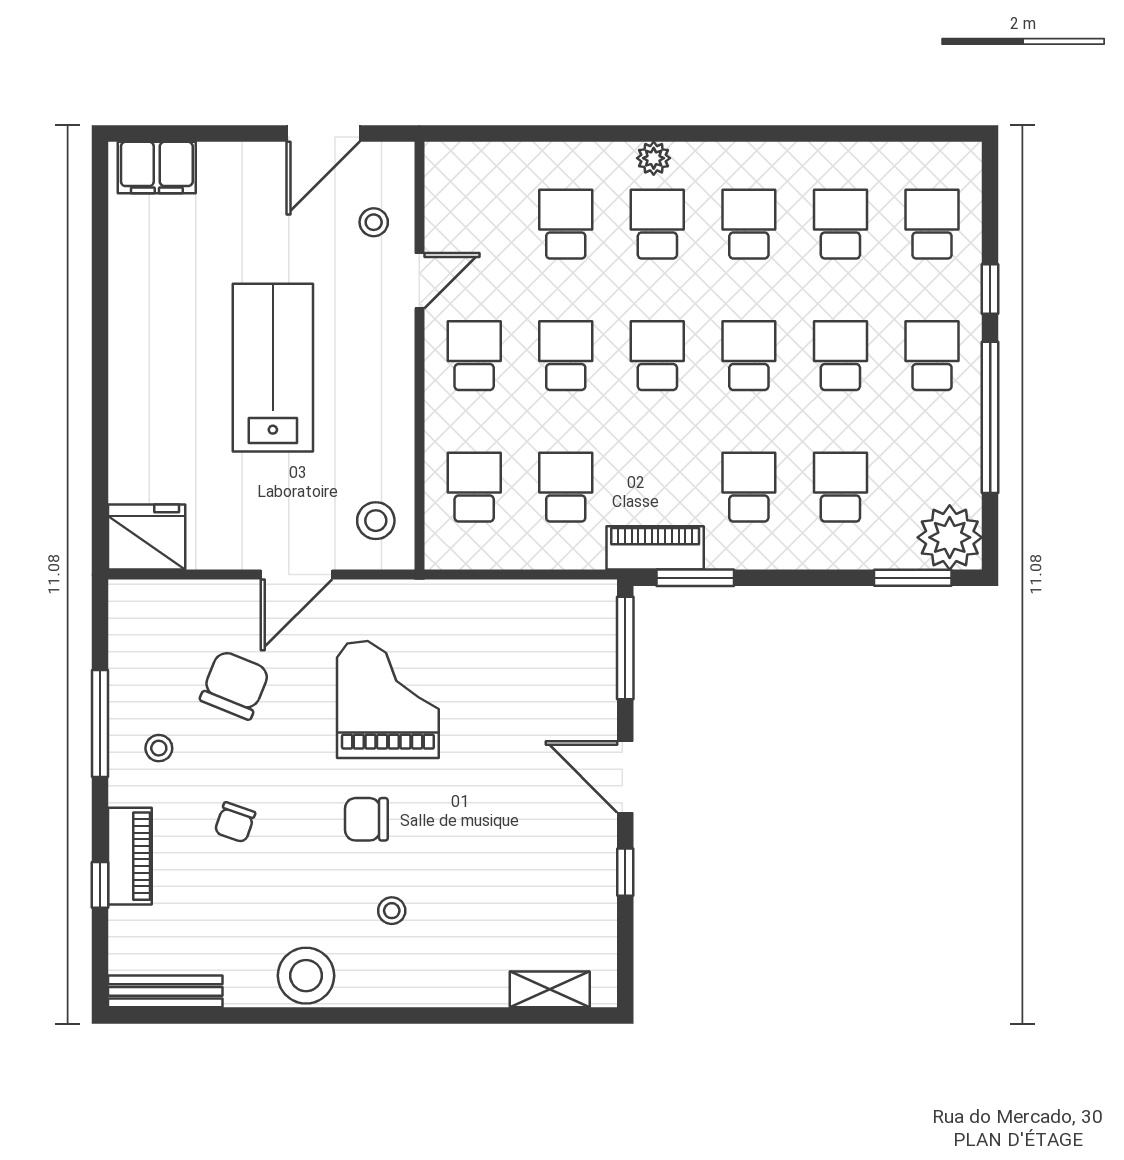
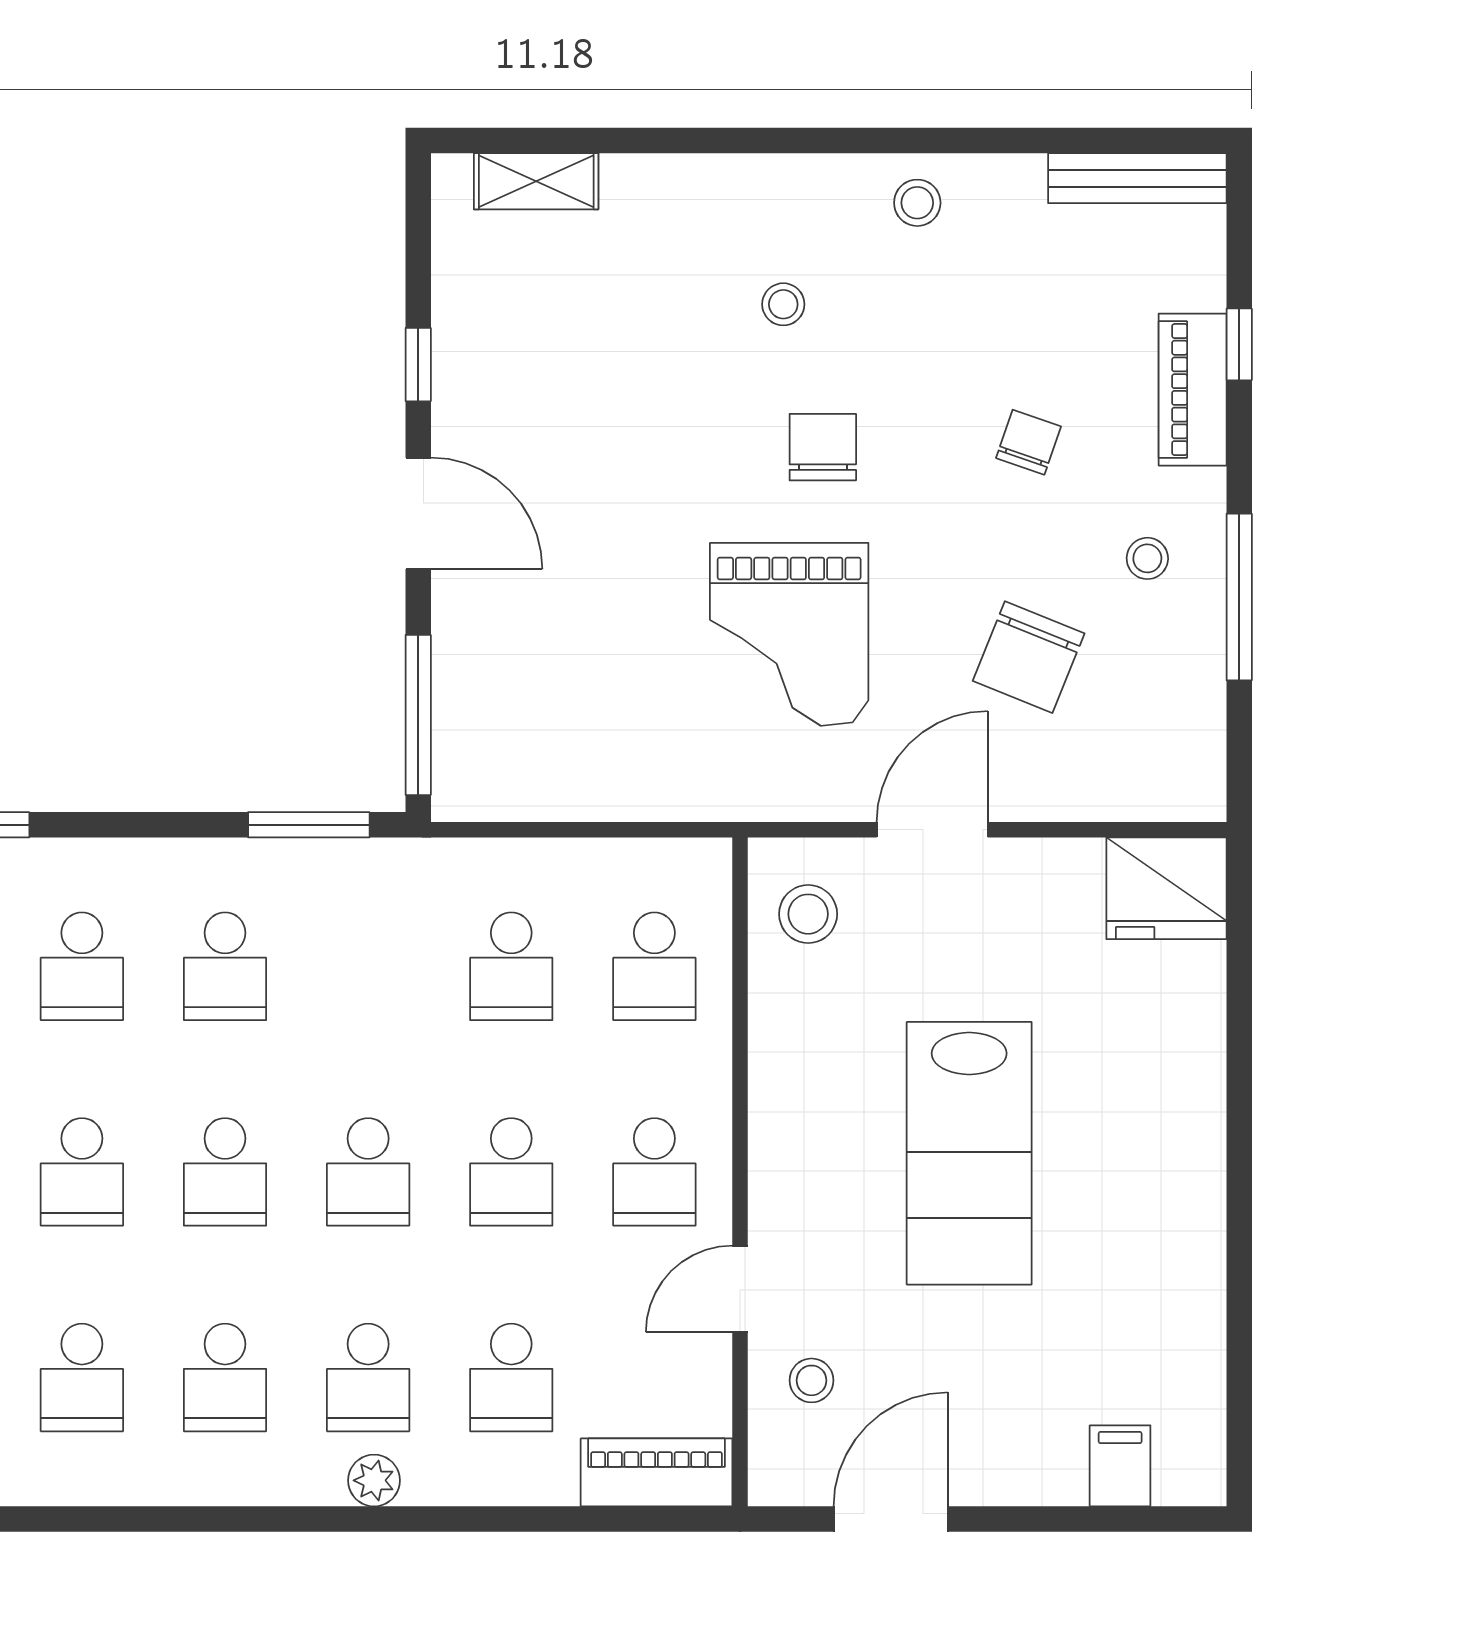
filing cabinet: (157, 168) -> (1120, 1466), width x0.50
piano: (655, 548) -> (657, 1472), moved, turned 180
chair: (366, 819) -> (823, 447), turned -90
stool: (306, 976) -> (917, 203), width x0.53, depth x0.53

